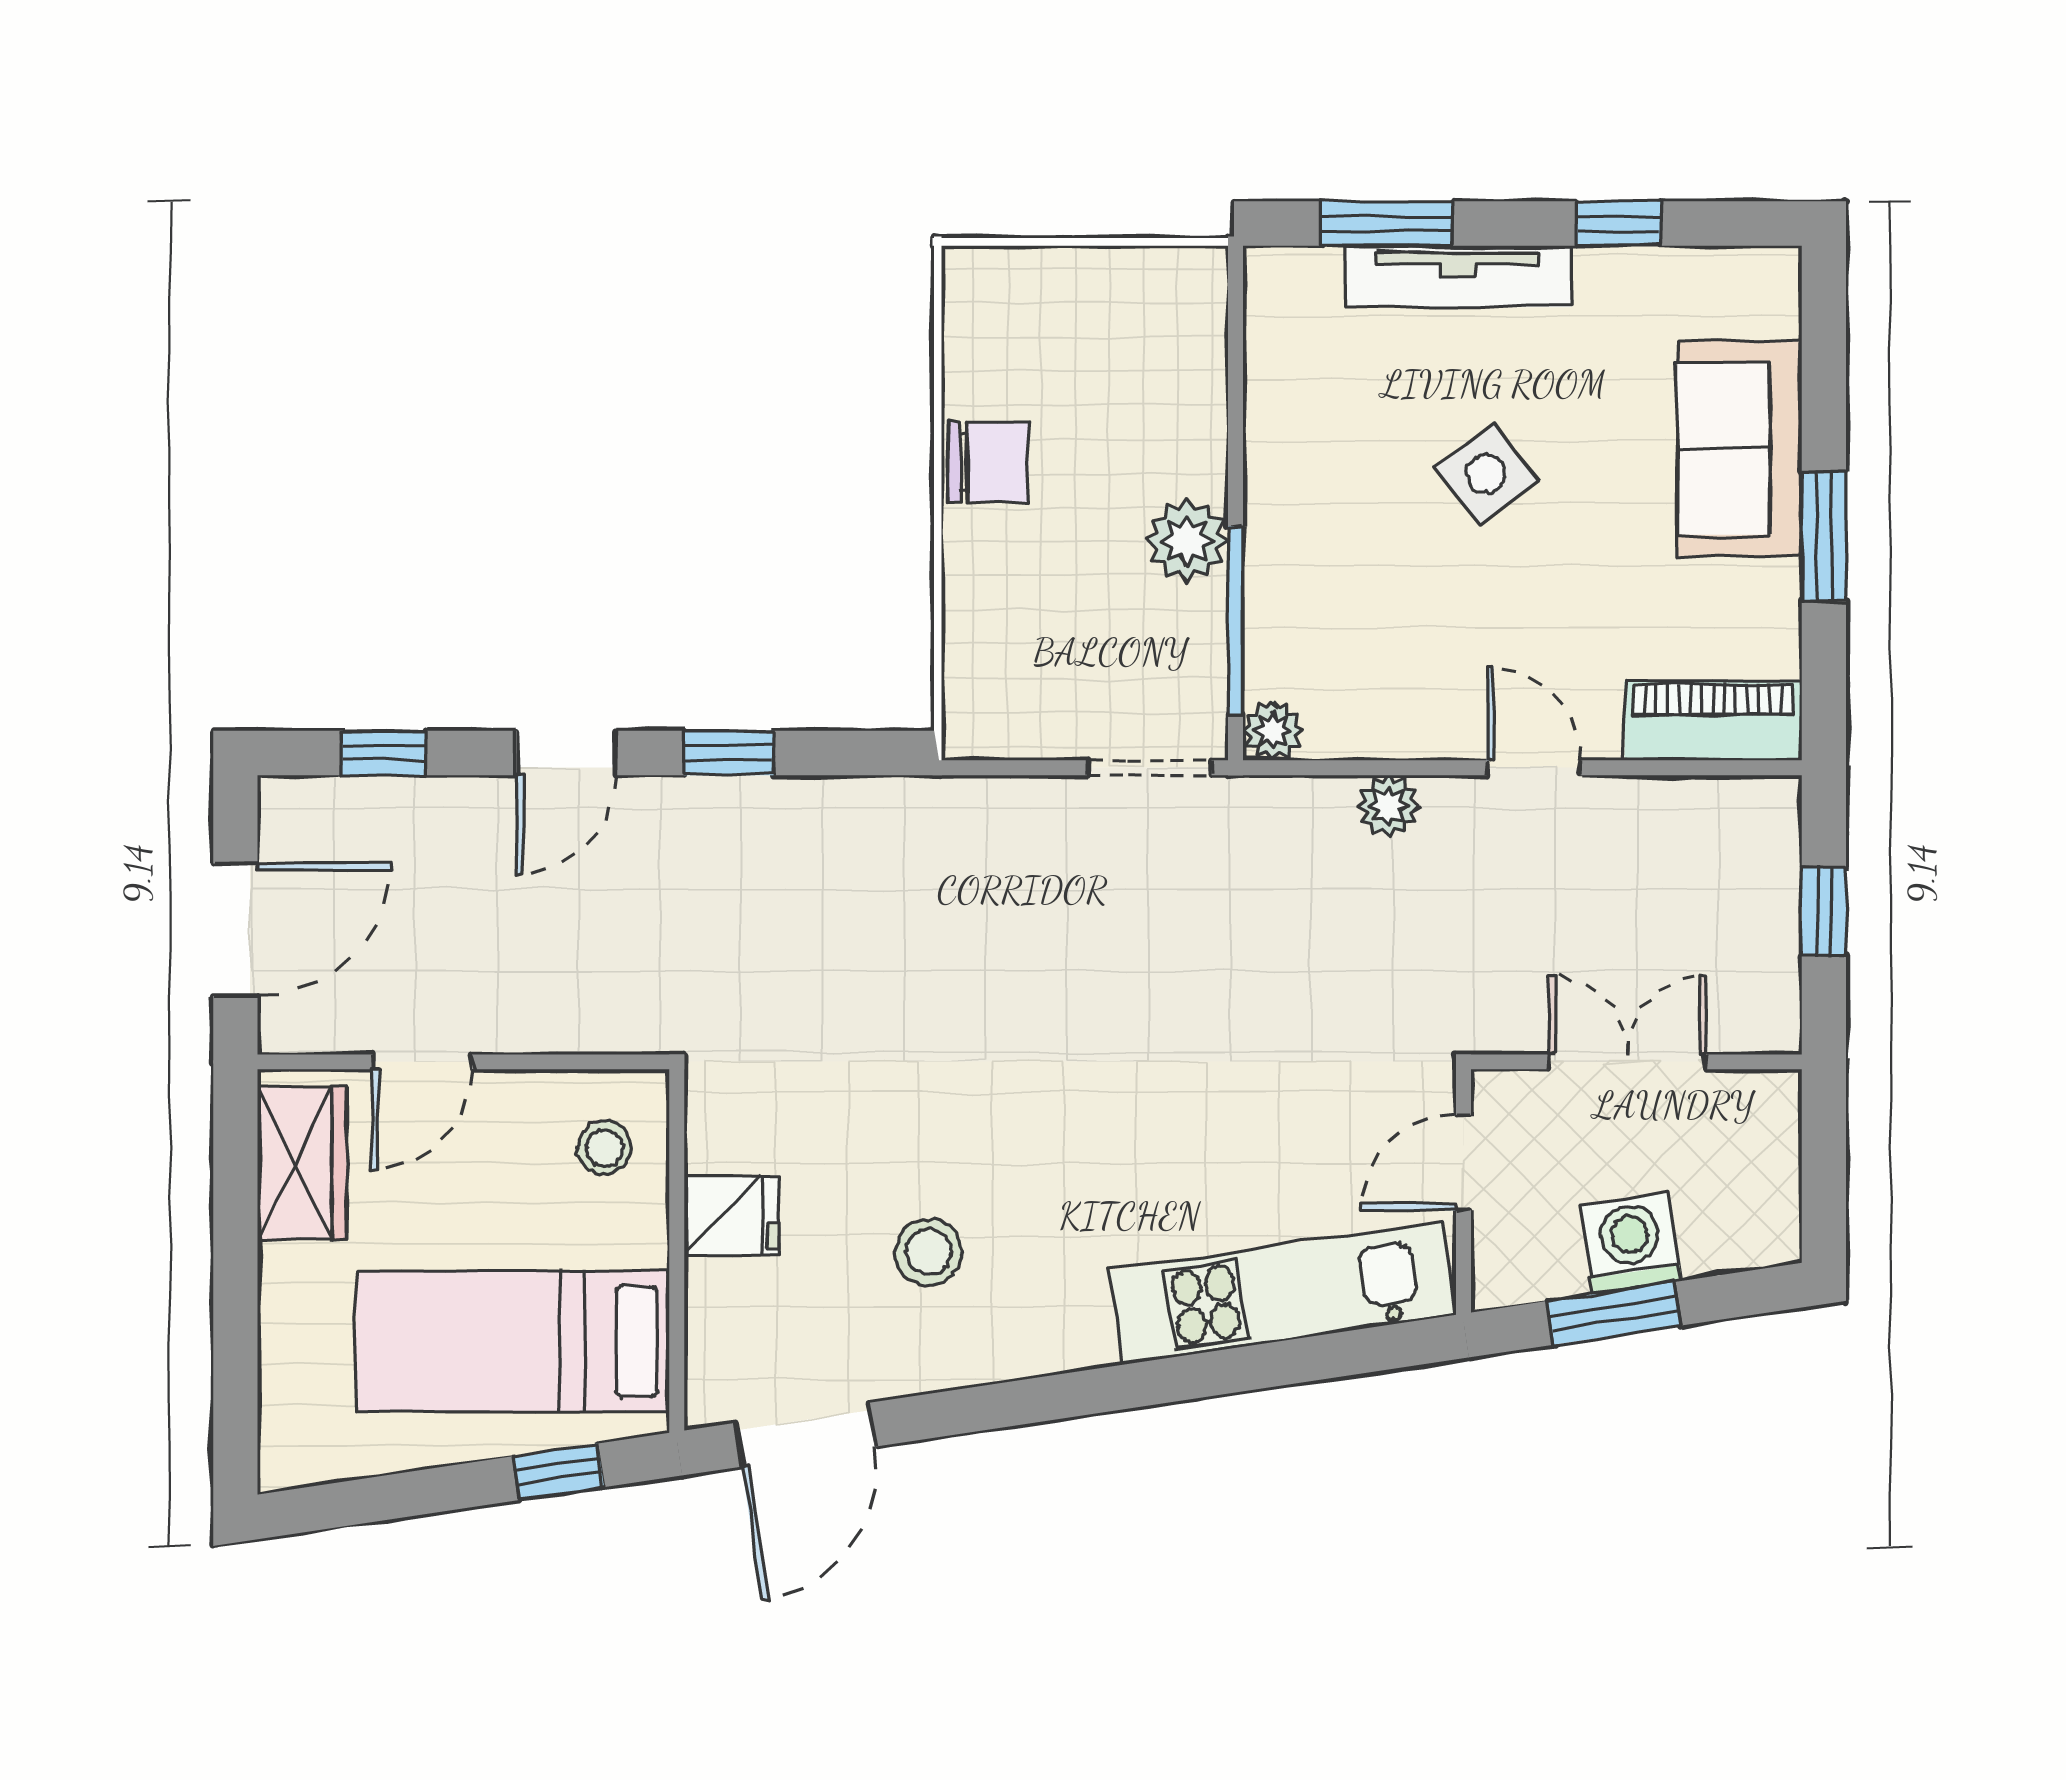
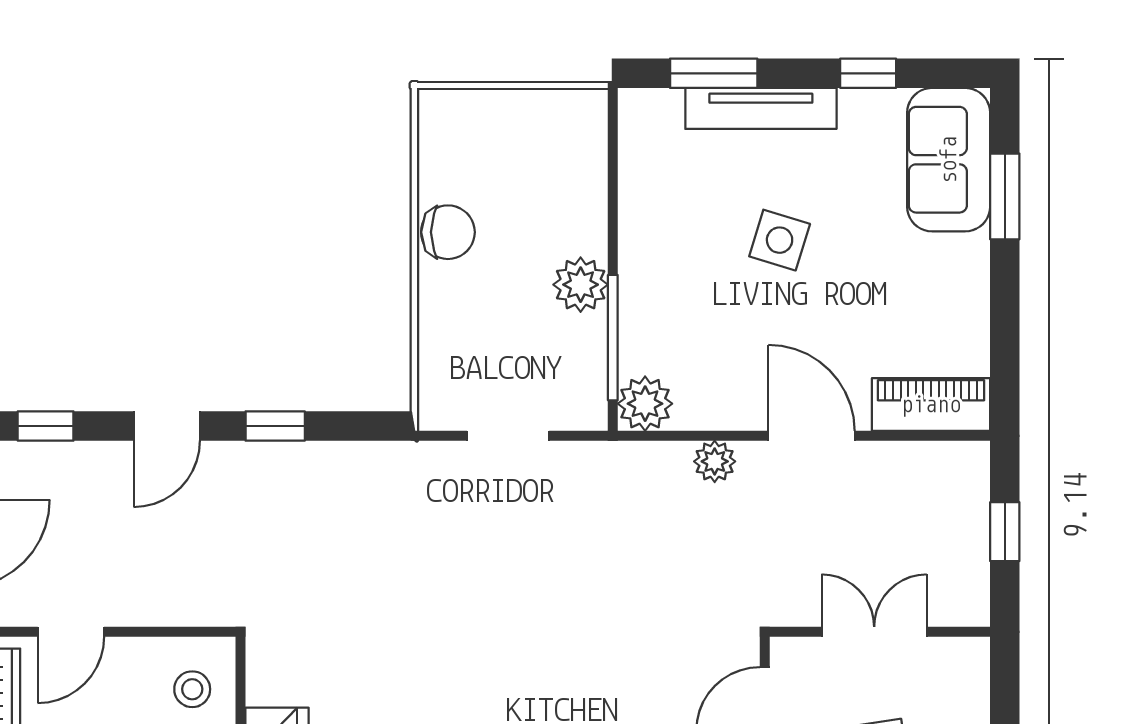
sofa: (1740, 449) -> (949, 160), moved
side table: (1486, 474) -> (780, 240), turned -36
window: (1824, 536) -> (1005, 196), moved
plant: (1273, 731) -> (645, 404), width x1.38, depth x1.38
doorway: (1150, 768) -> (508, 436), moved
door: (1534, 768) -> (811, 436), width x1.37

